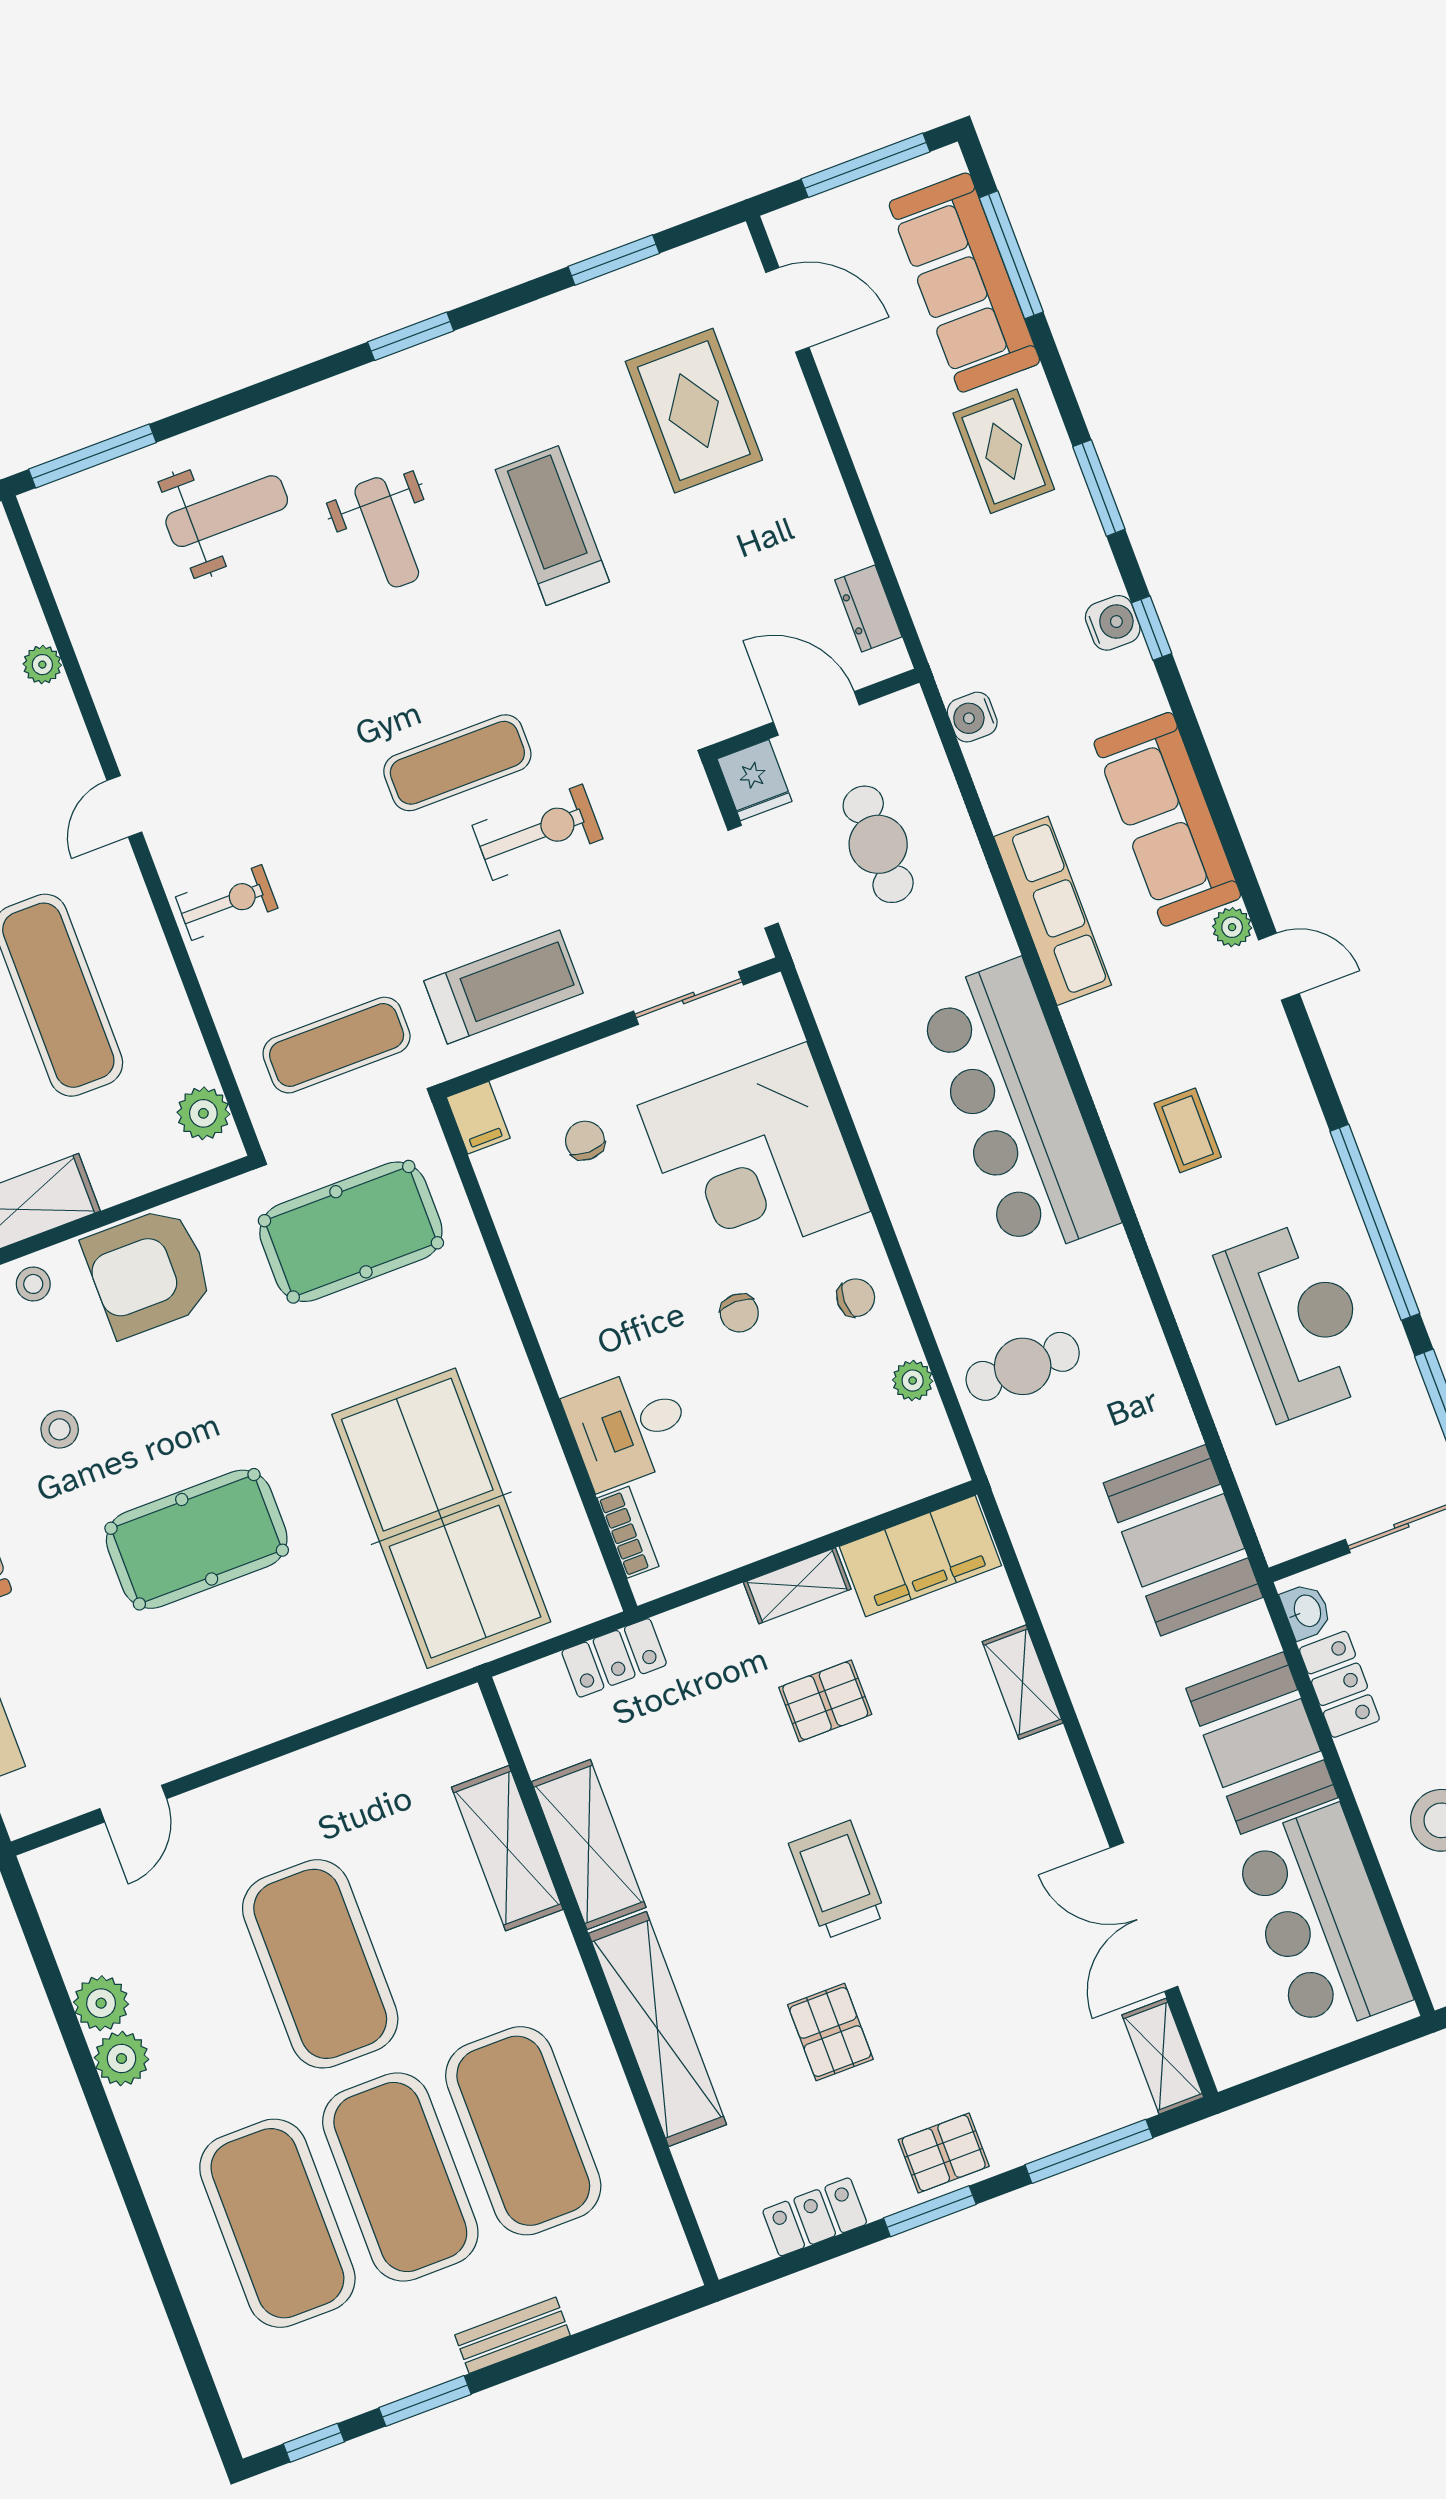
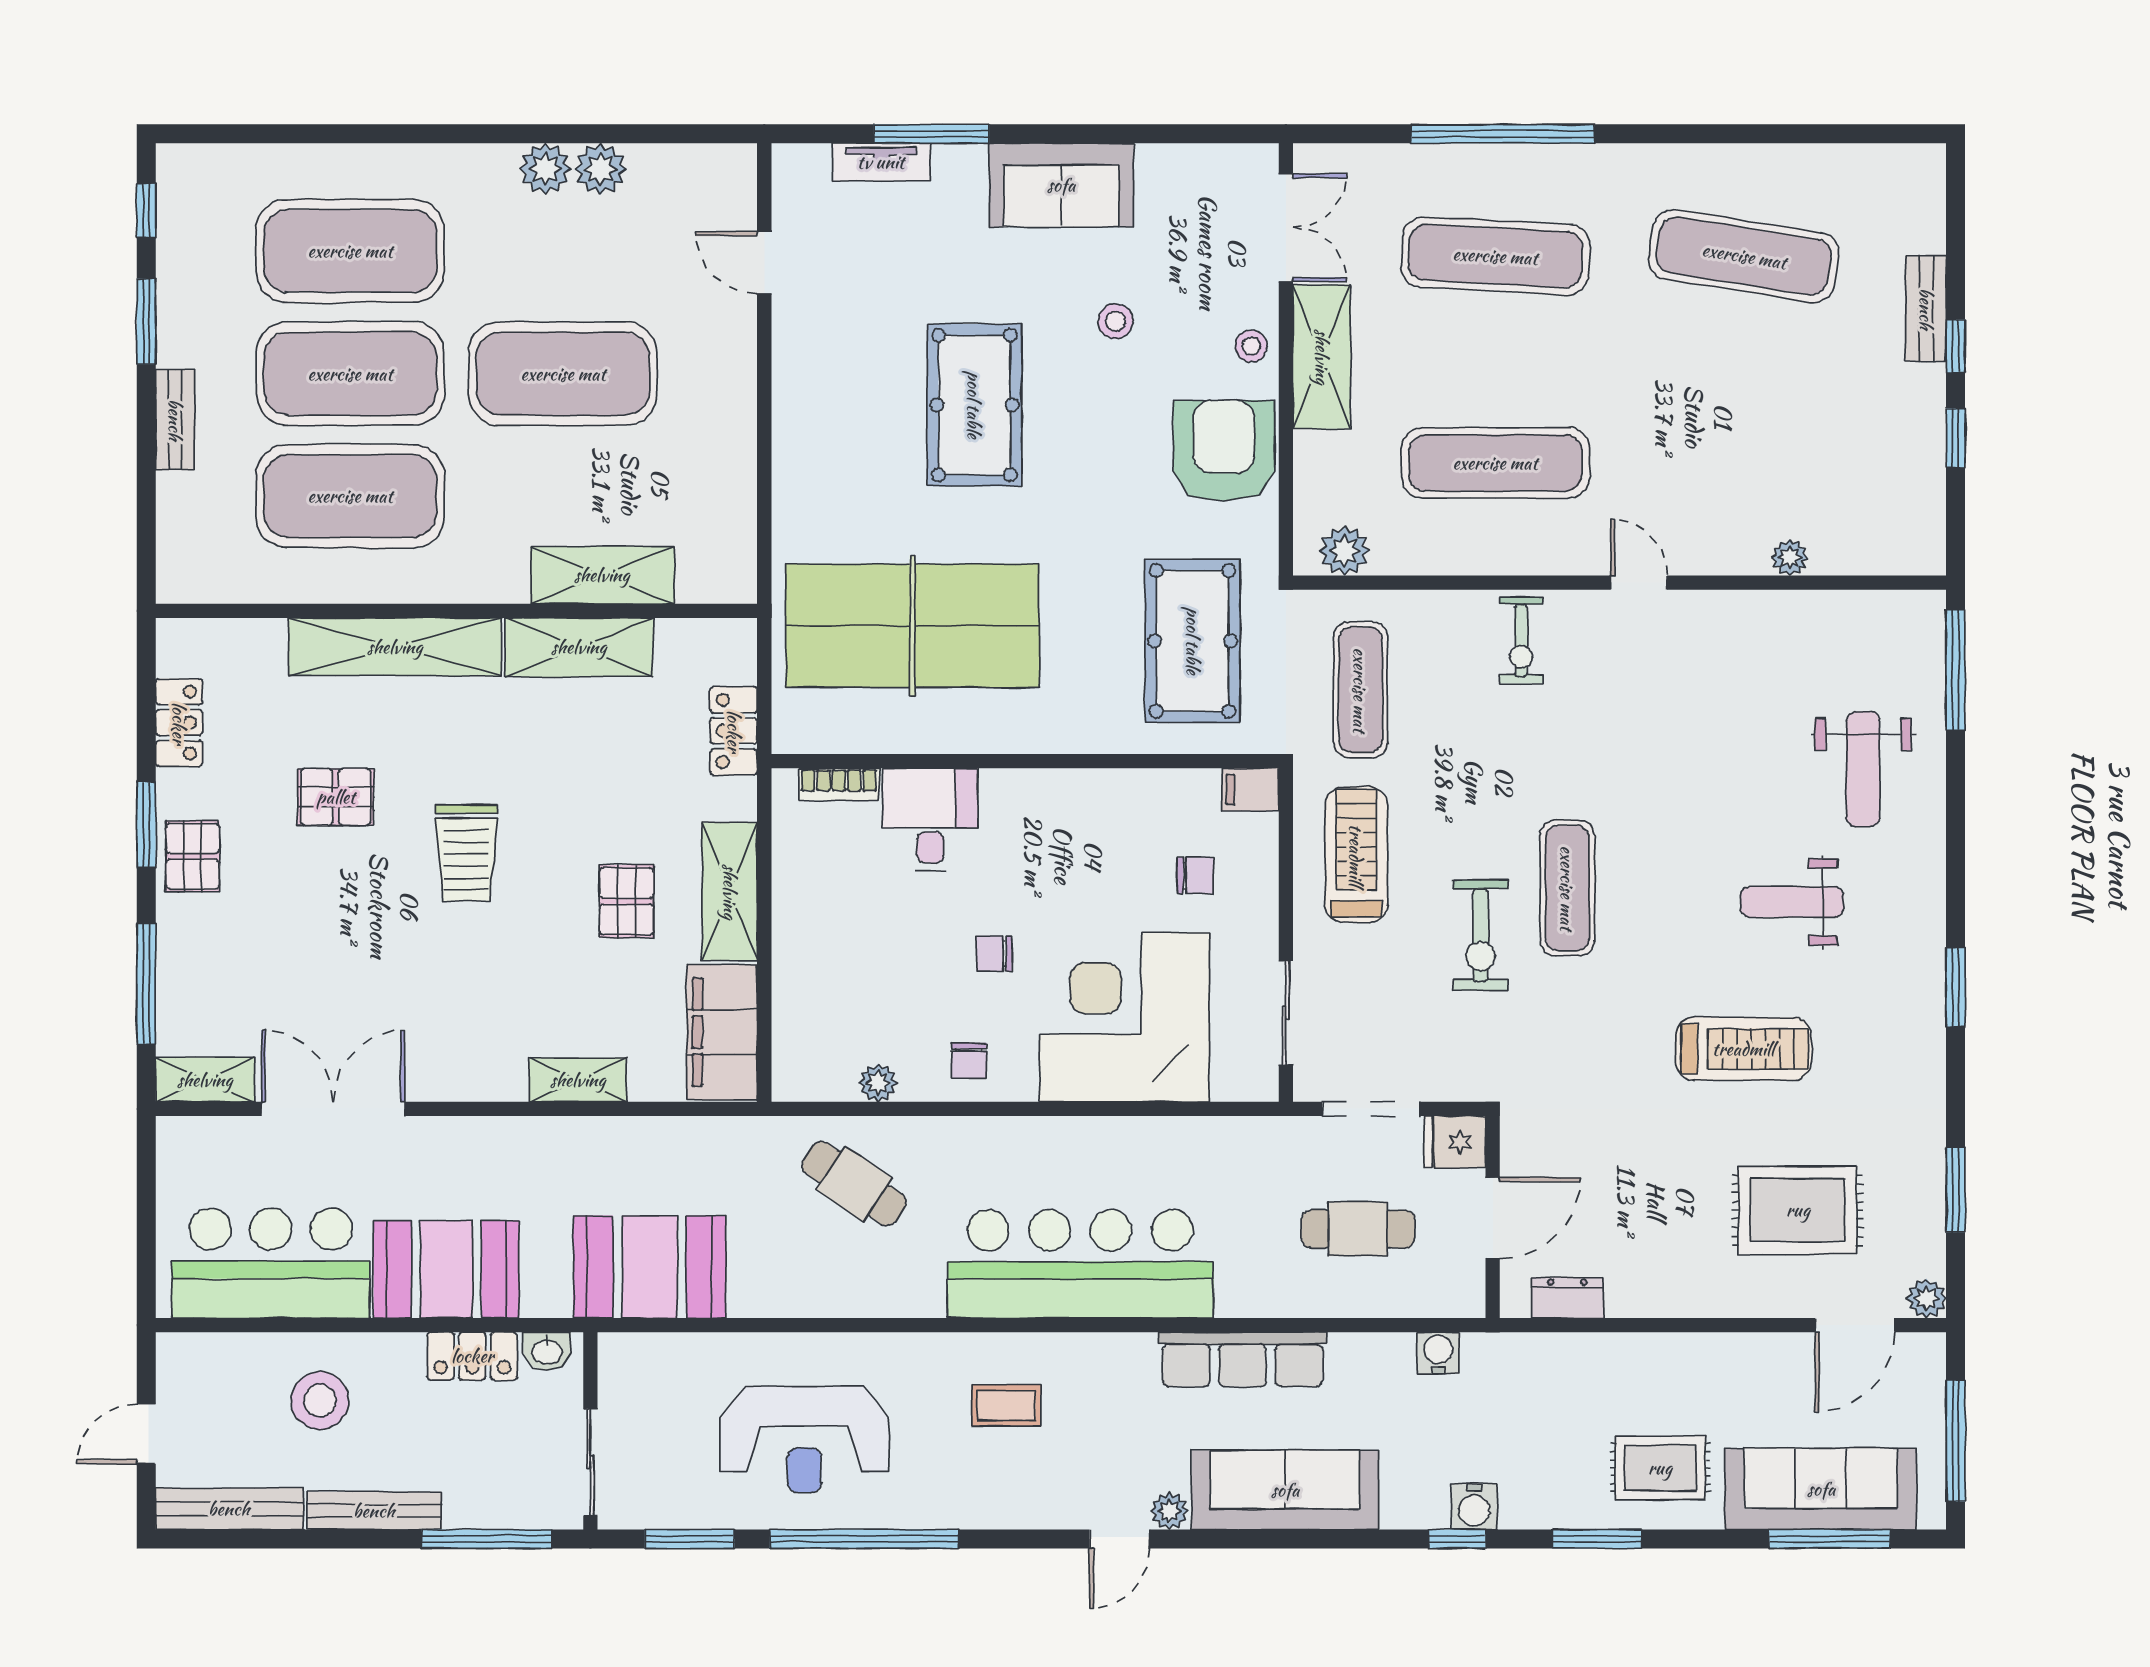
plant: (734, 248) -> (1926, 1298), added
treadmill: (503, 987) -> (1356, 855), turned 180
cafe table: (1023, 1366) -> (854, 1184), turned -56
shelving: (797, 1586) -> (730, 892), width x1.50, depth x1.33
trolley: (837, 1880) -> (466, 853), turned 90

